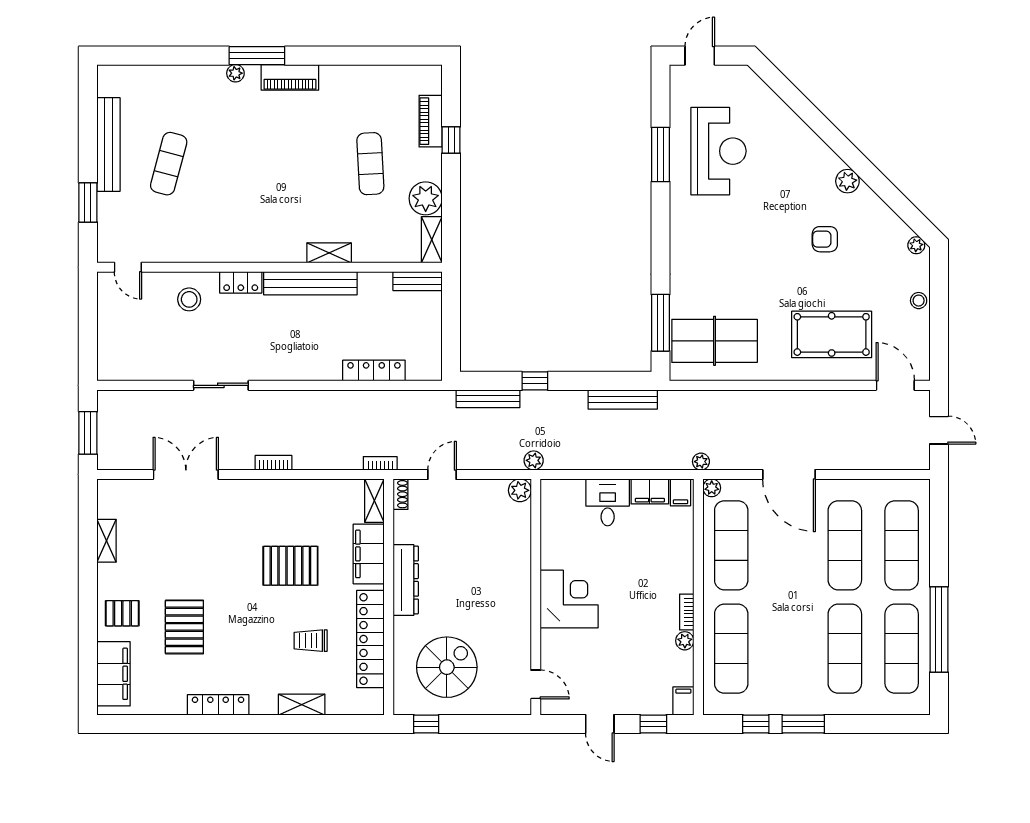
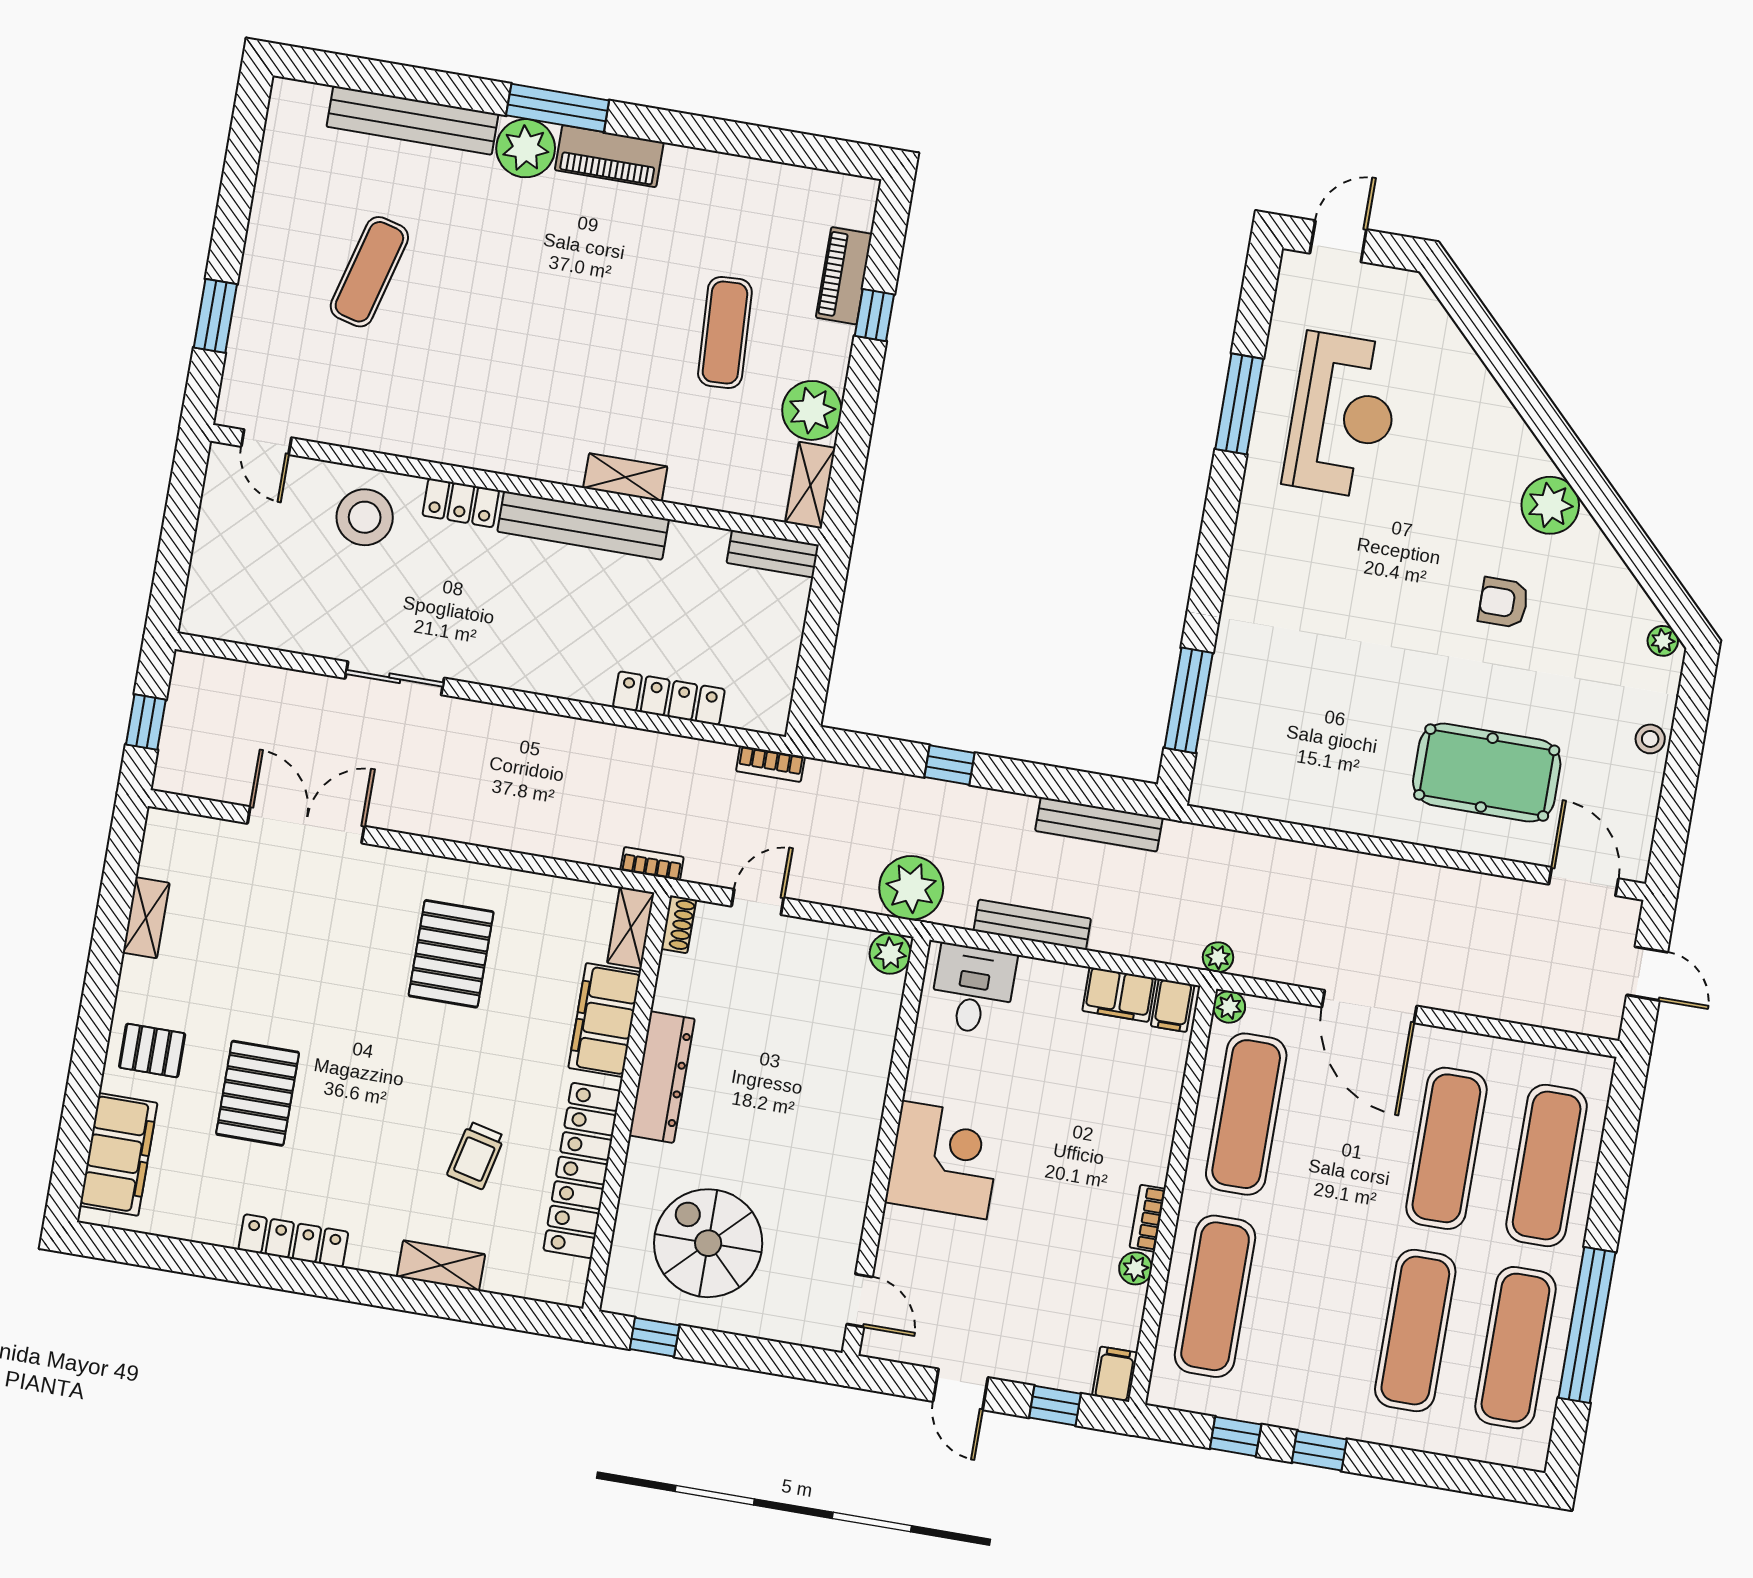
plant: (235, 73) -> (526, 148), width x1.88, depth x1.88
bench: (108, 144) -> (412, 120), moved, turned 90
plant: (847, 181) -> (1550, 505), width x1.36, depth x1.36
stool: (189, 299) -> (365, 517), width x1.38, depth x1.38
table tennis table: (715, 341) -> (1278, 749), removed
bench: (488, 399) -> (1032, 925), moved
window: (88, 433) -> (146, 722), width x0.67
plant: (534, 460) -> (911, 888), width x1.88, depth x1.88
bookcase: (274, 463) -> (770, 764), moved, turned 180
desk: (608, 502) -> (973, 989), moved
pallet: (290, 566) -> (451, 954), moved, turned 90
trolley: (311, 641) -> (476, 1155), turned -77
spiral stairs: (447, 667) -> (708, 1243), turned -90
window: (803, 724) -> (1319, 1451), width x0.67

